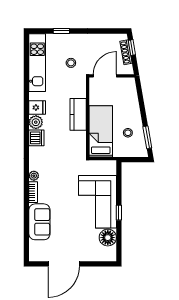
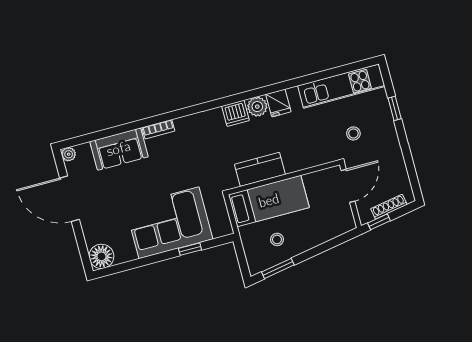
window: (132, 48) -> (379, 222), moved
door: (105, 76) -> (348, 186), hinge flipped
kitchen counter: (78, 114) -> (260, 169), moved
plant: (34, 176) -> (69, 154), moved
window: (119, 213) -> (190, 249), moved
floor lamp: (108, 238) -> (101, 256), moved

